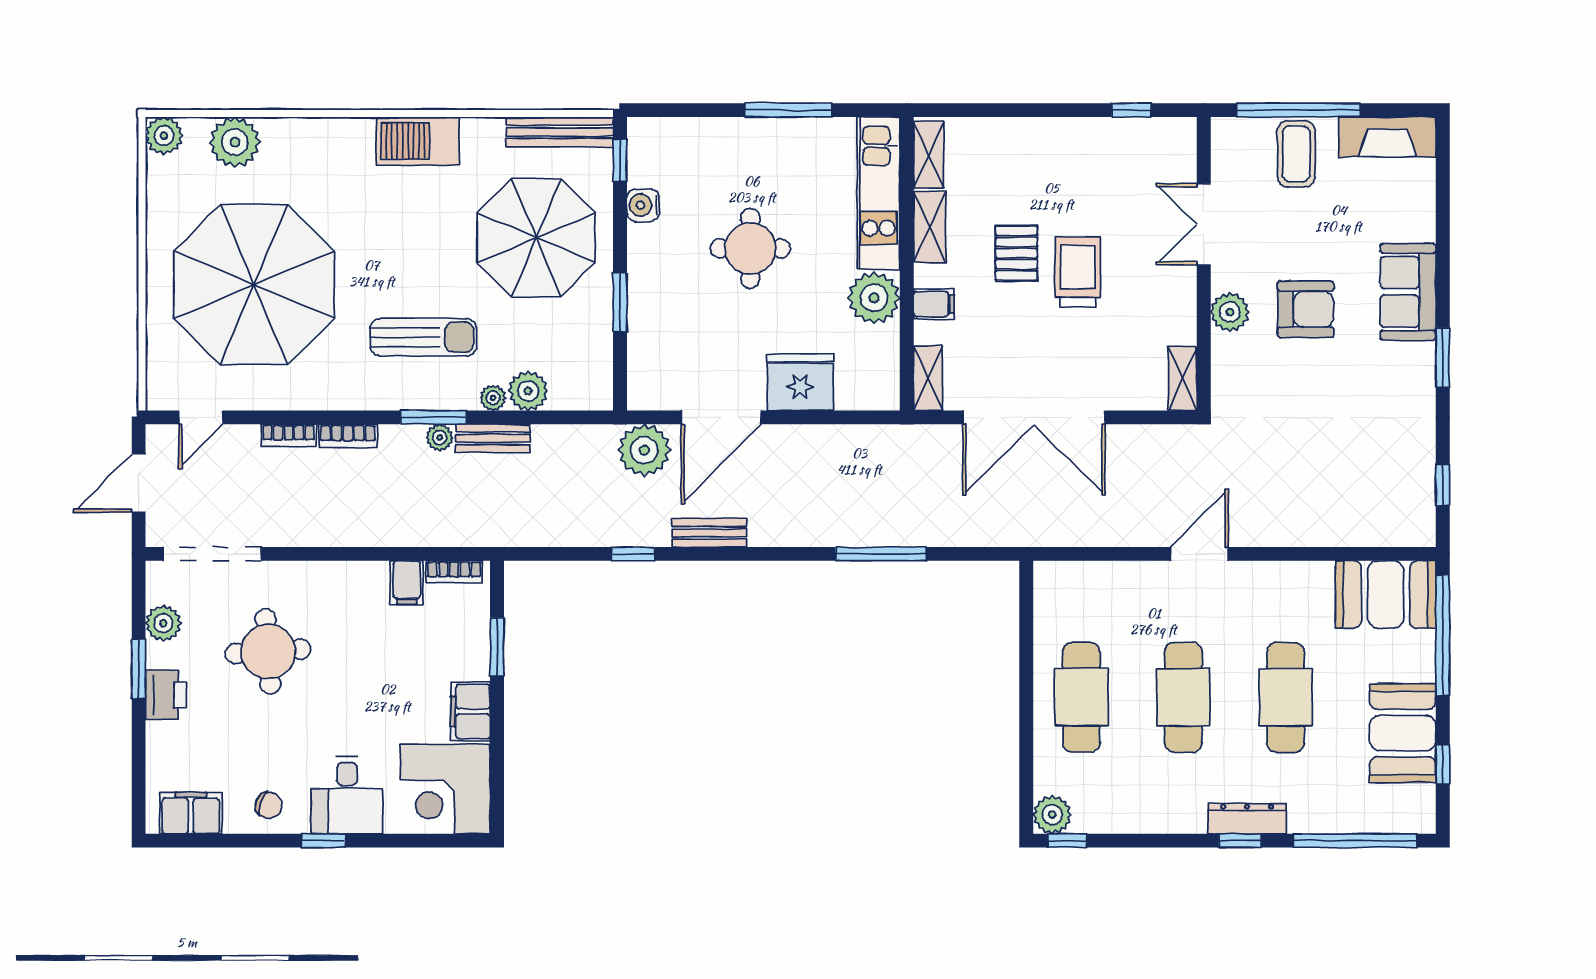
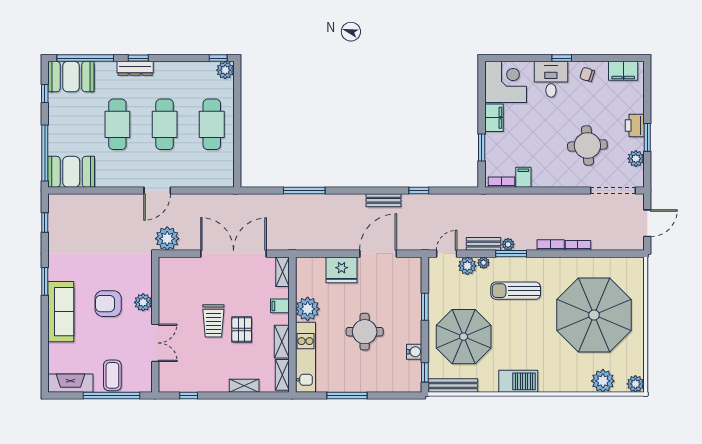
sofa: (1408, 292) -> (61, 312), width x1.36
shelving: (1183, 379) -> (244, 386), moved, turned 90
door: (201, 417) -> (447, 254), moved
plant: (644, 450) -> (167, 239), moved
booth: (1403, 733) -> (71, 77), moved, turned 90

